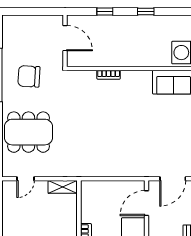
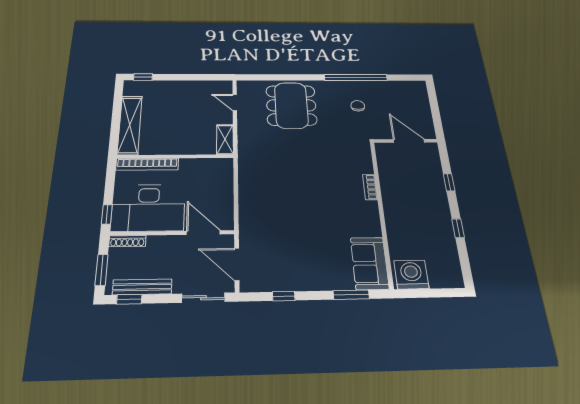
door: (65, 38) -> (409, 141), swing flipped
chair: (29, 76) -> (358, 106), width x0.54, depth x0.54

